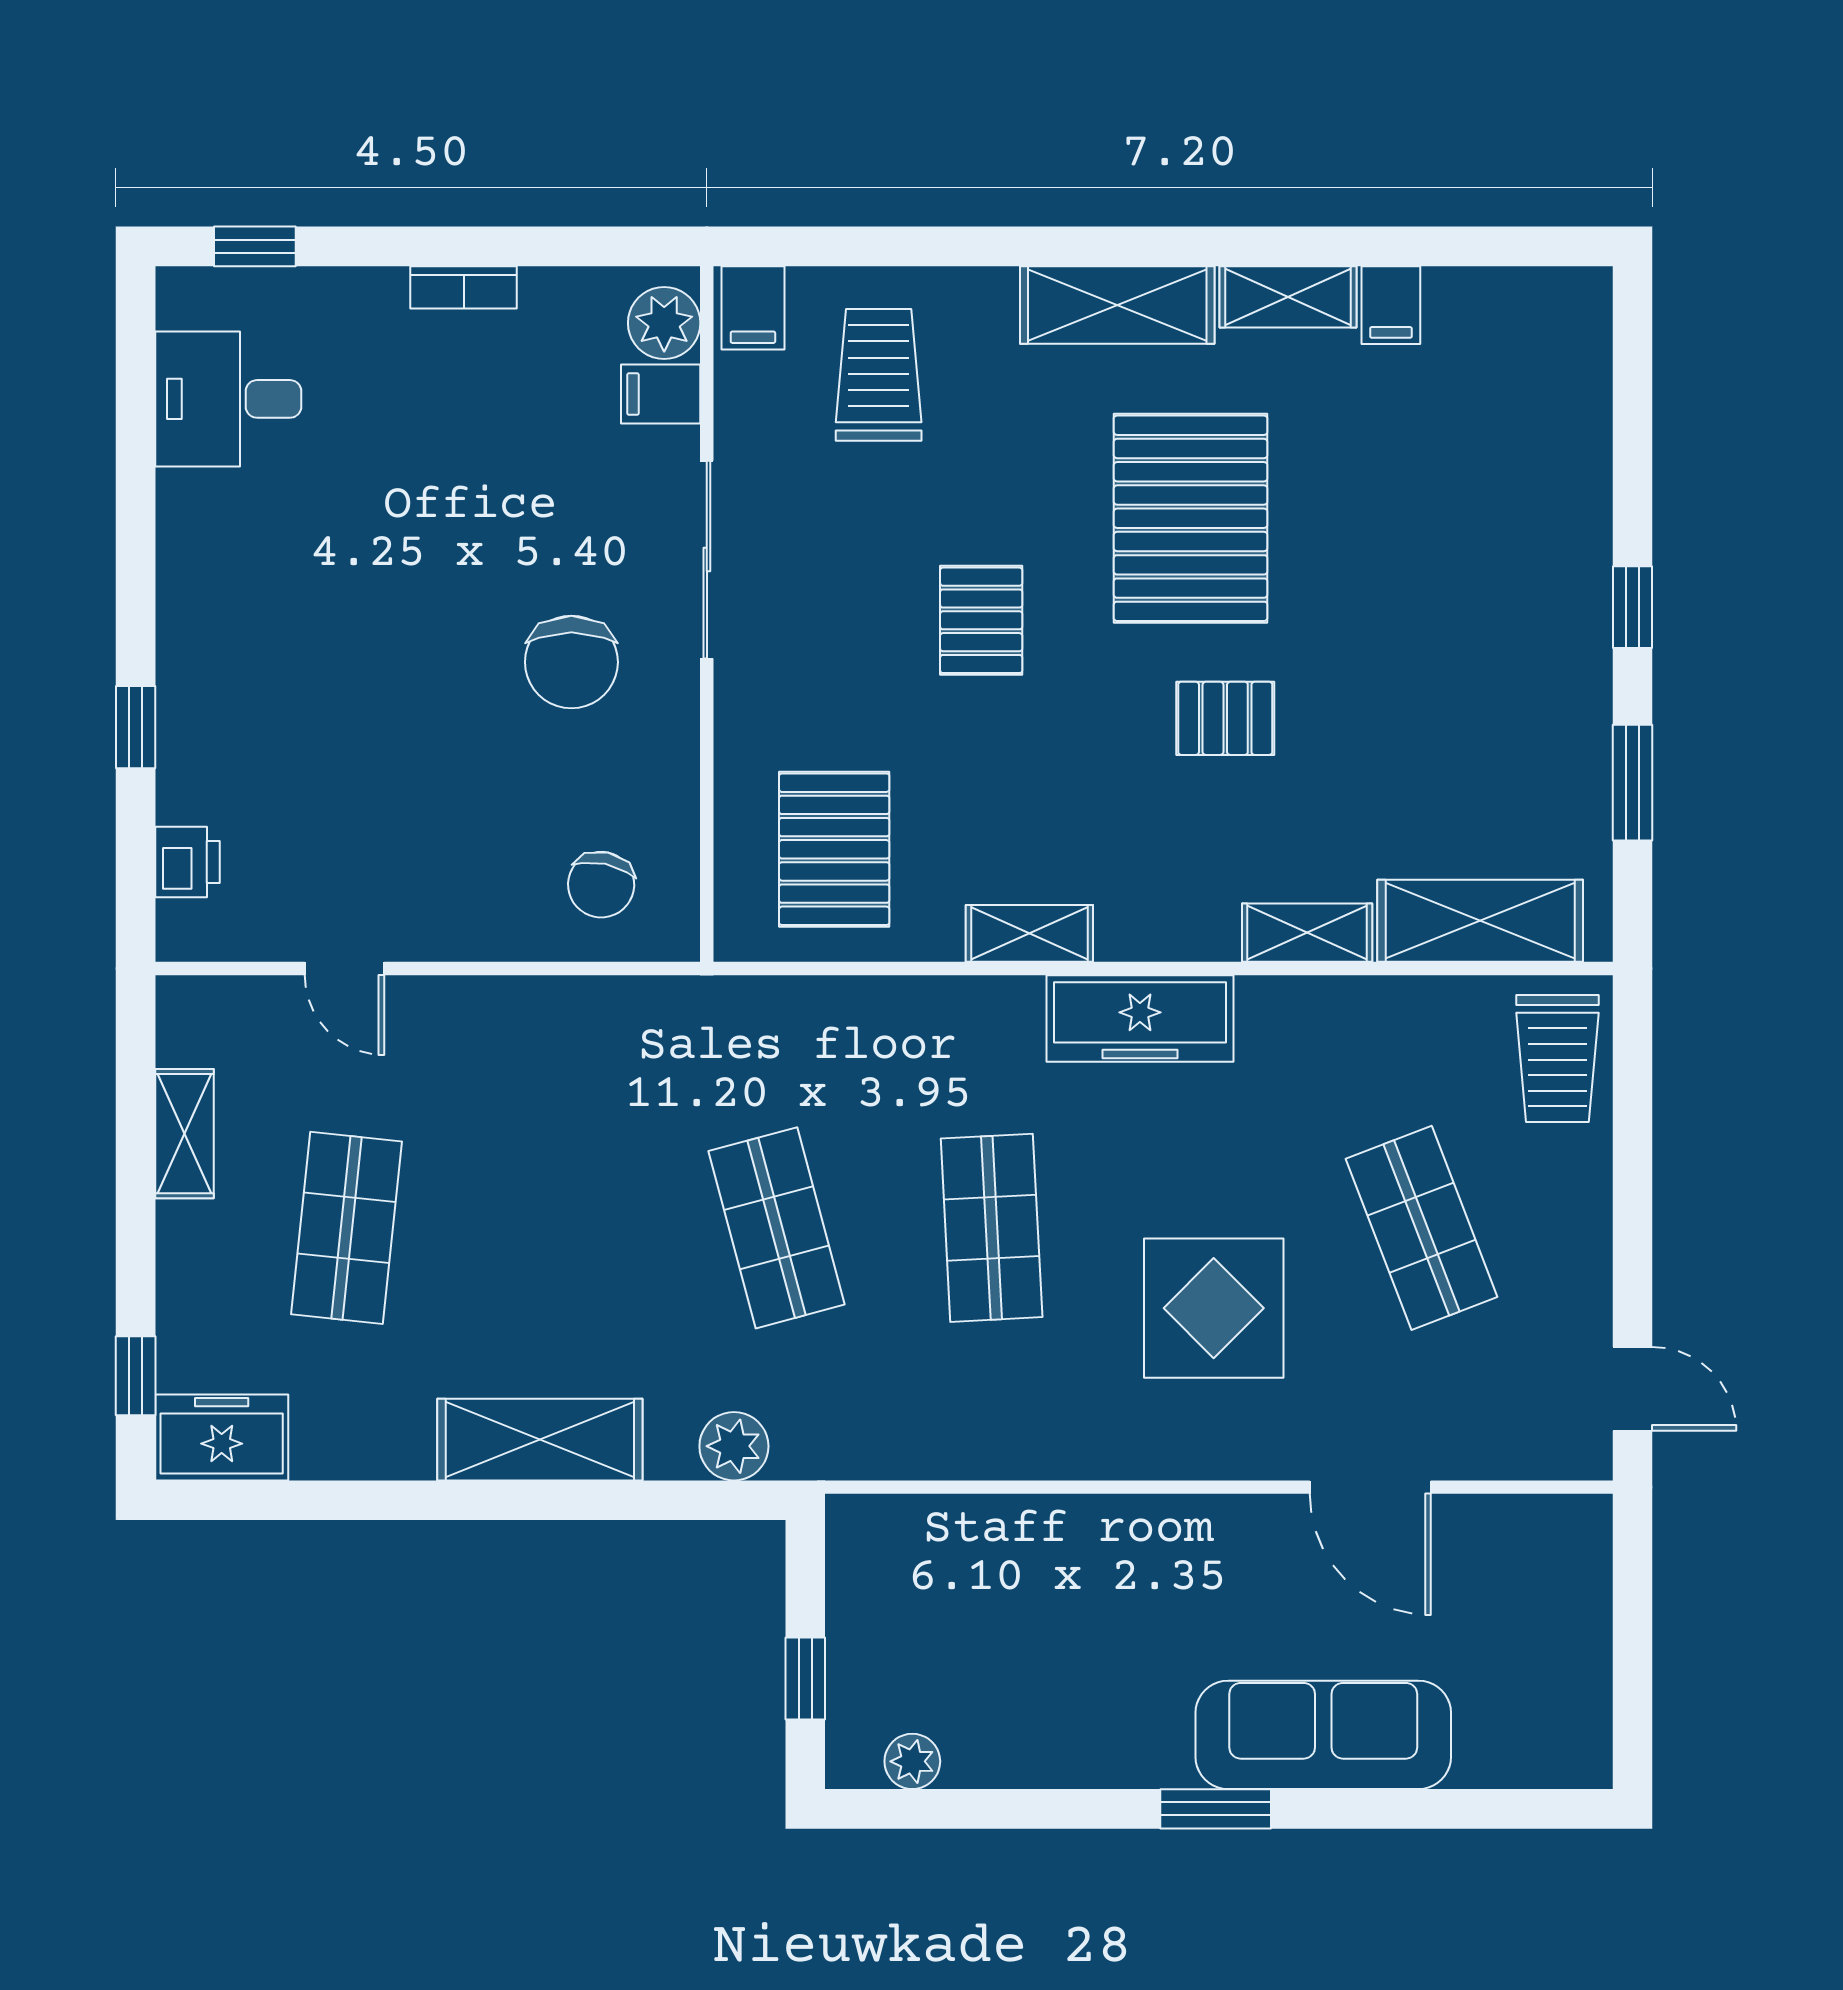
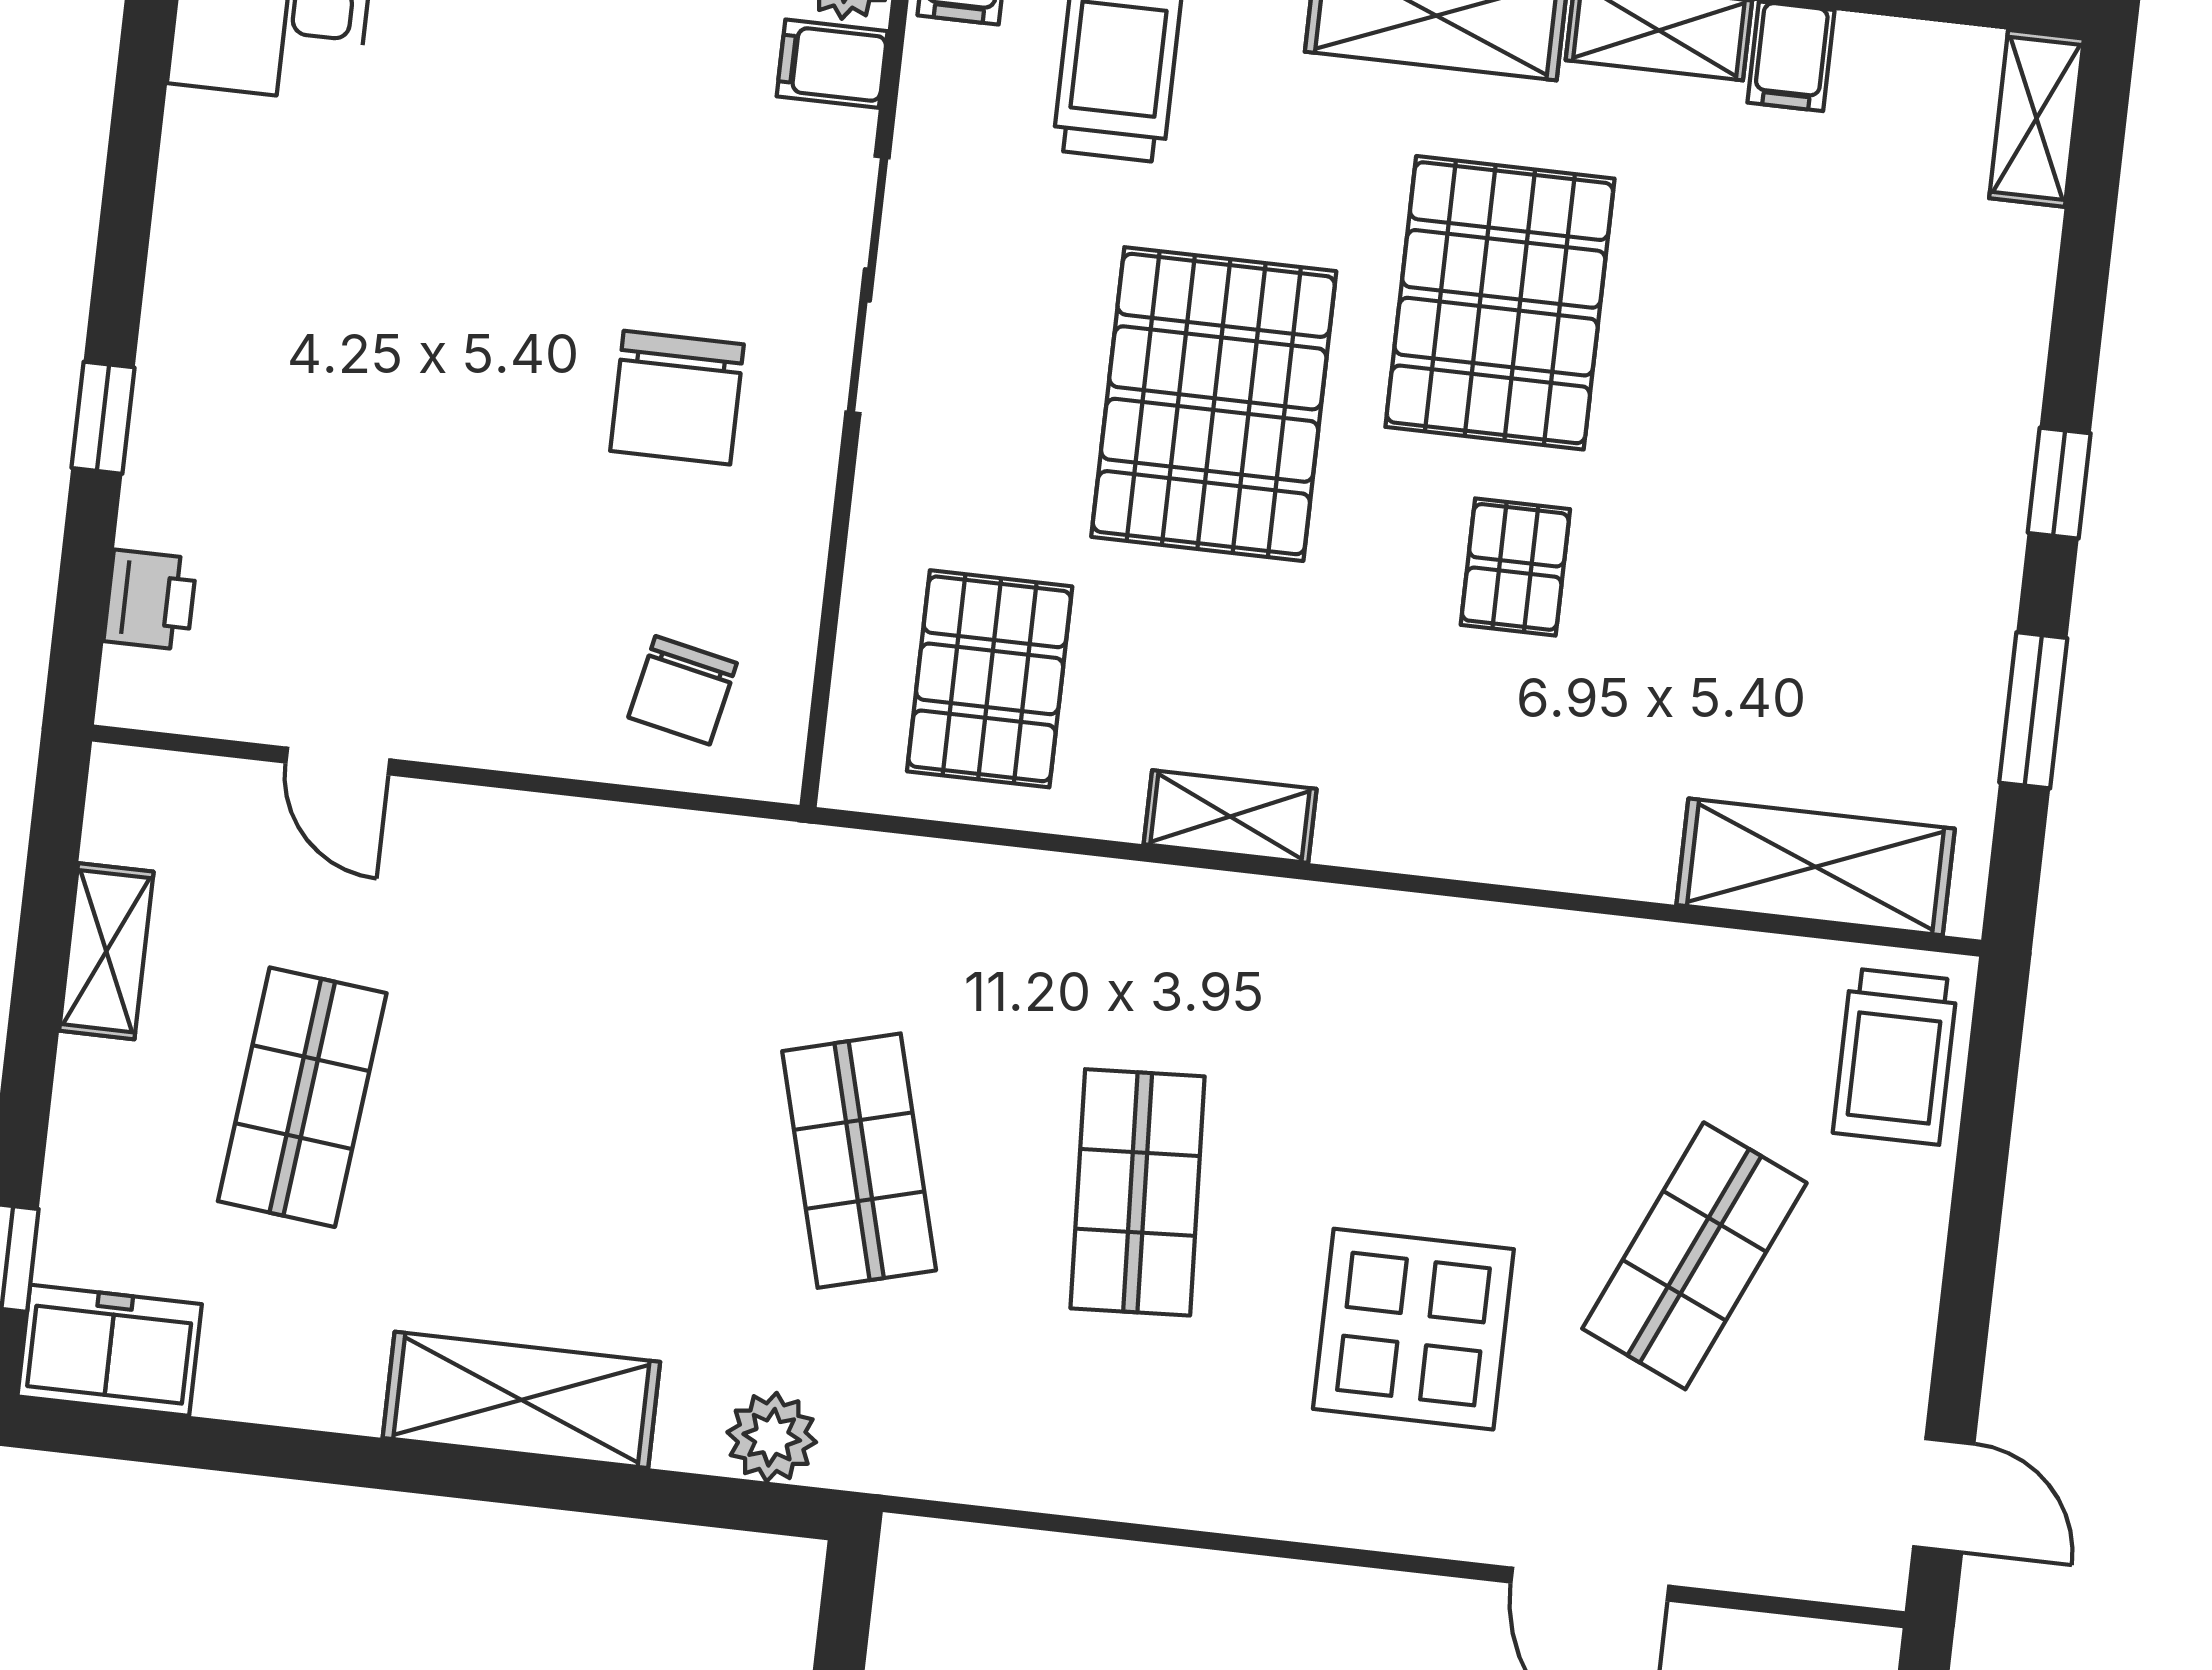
pallet: (981, 620) -> (1214, 404), width x2.05, depth x2.00
pallet: (1225, 718) -> (1515, 567), turned 90
shelving: (1307, 933) -> (2036, 118), moved, turned 90
freezer: (1140, 1018) -> (1361, 943), removed
shop shelf: (1422, 1228) -> (1694, 1256), turned 45

